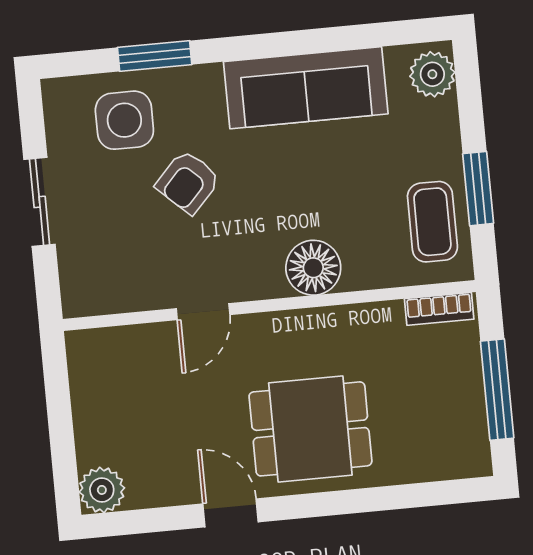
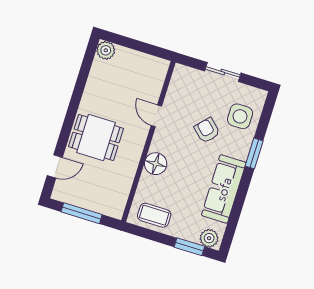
window: (155, 56) -> (254, 153), moved
window: (478, 189) -> (189, 247), moved
bookcase: (439, 309) -> (121, 204), removed
dining table: (310, 429) -> (96, 138), turned 90
door: (231, 513) -> (55, 166), moved

